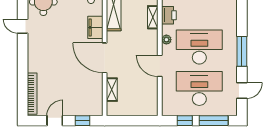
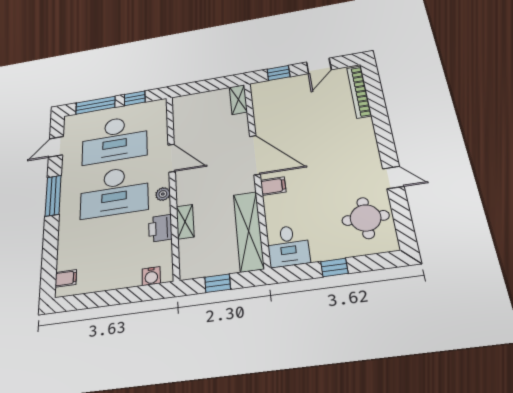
filing cabinet: (95, 27) -> (273, 186), width x0.50
shelving: (112, 90) -> (238, 100), moved

